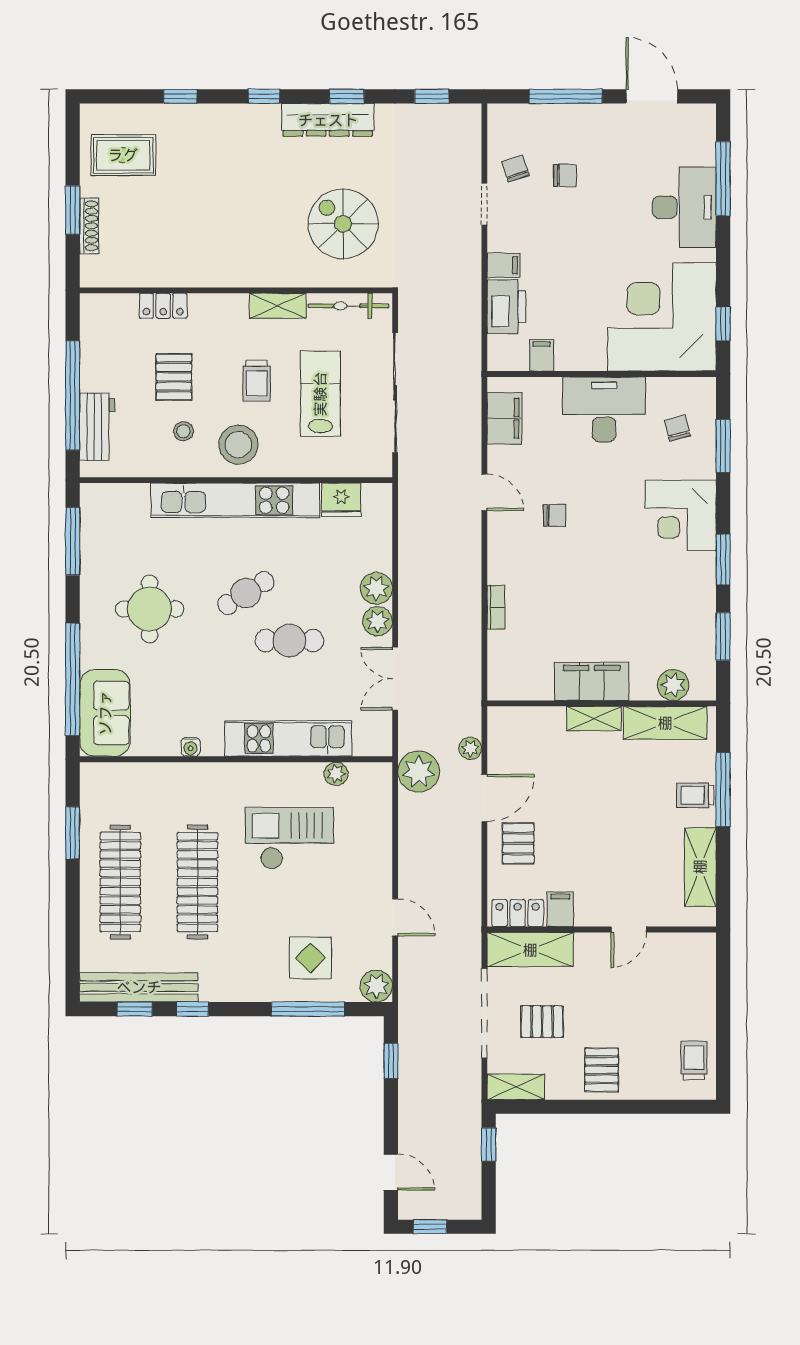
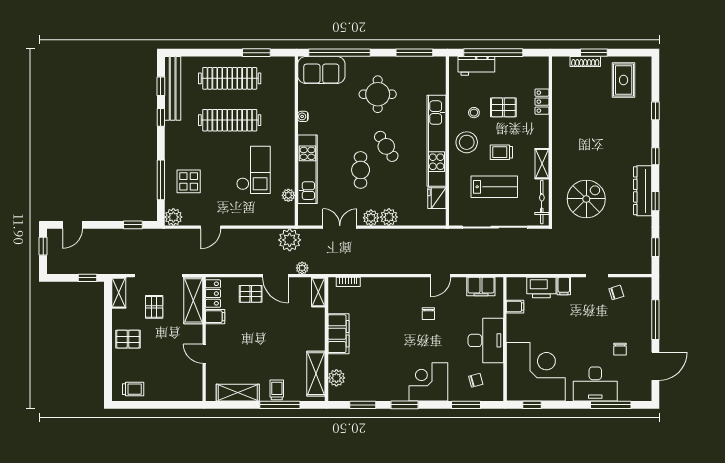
chair: (565, 176) -> (620, 349), moved
bookcase: (496, 607) -> (348, 282), moved
shelving: (594, 719) -> (318, 292), moved

